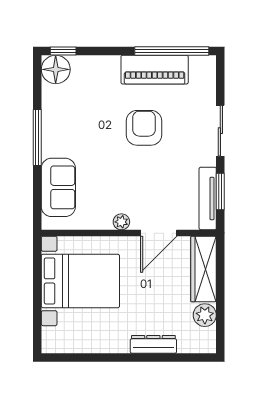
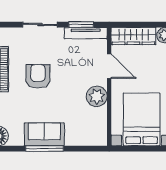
armchair: (144, 128) -> (38, 76), turned 90
sofa: (58, 187) -> (44, 134), moved
plant: (121, 222) -> (97, 96), width x1.88, depth x1.88

